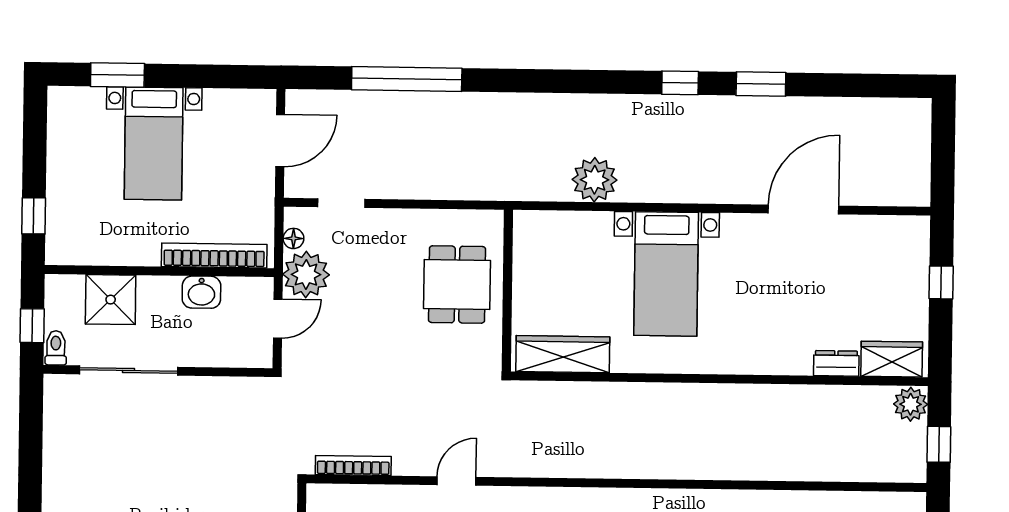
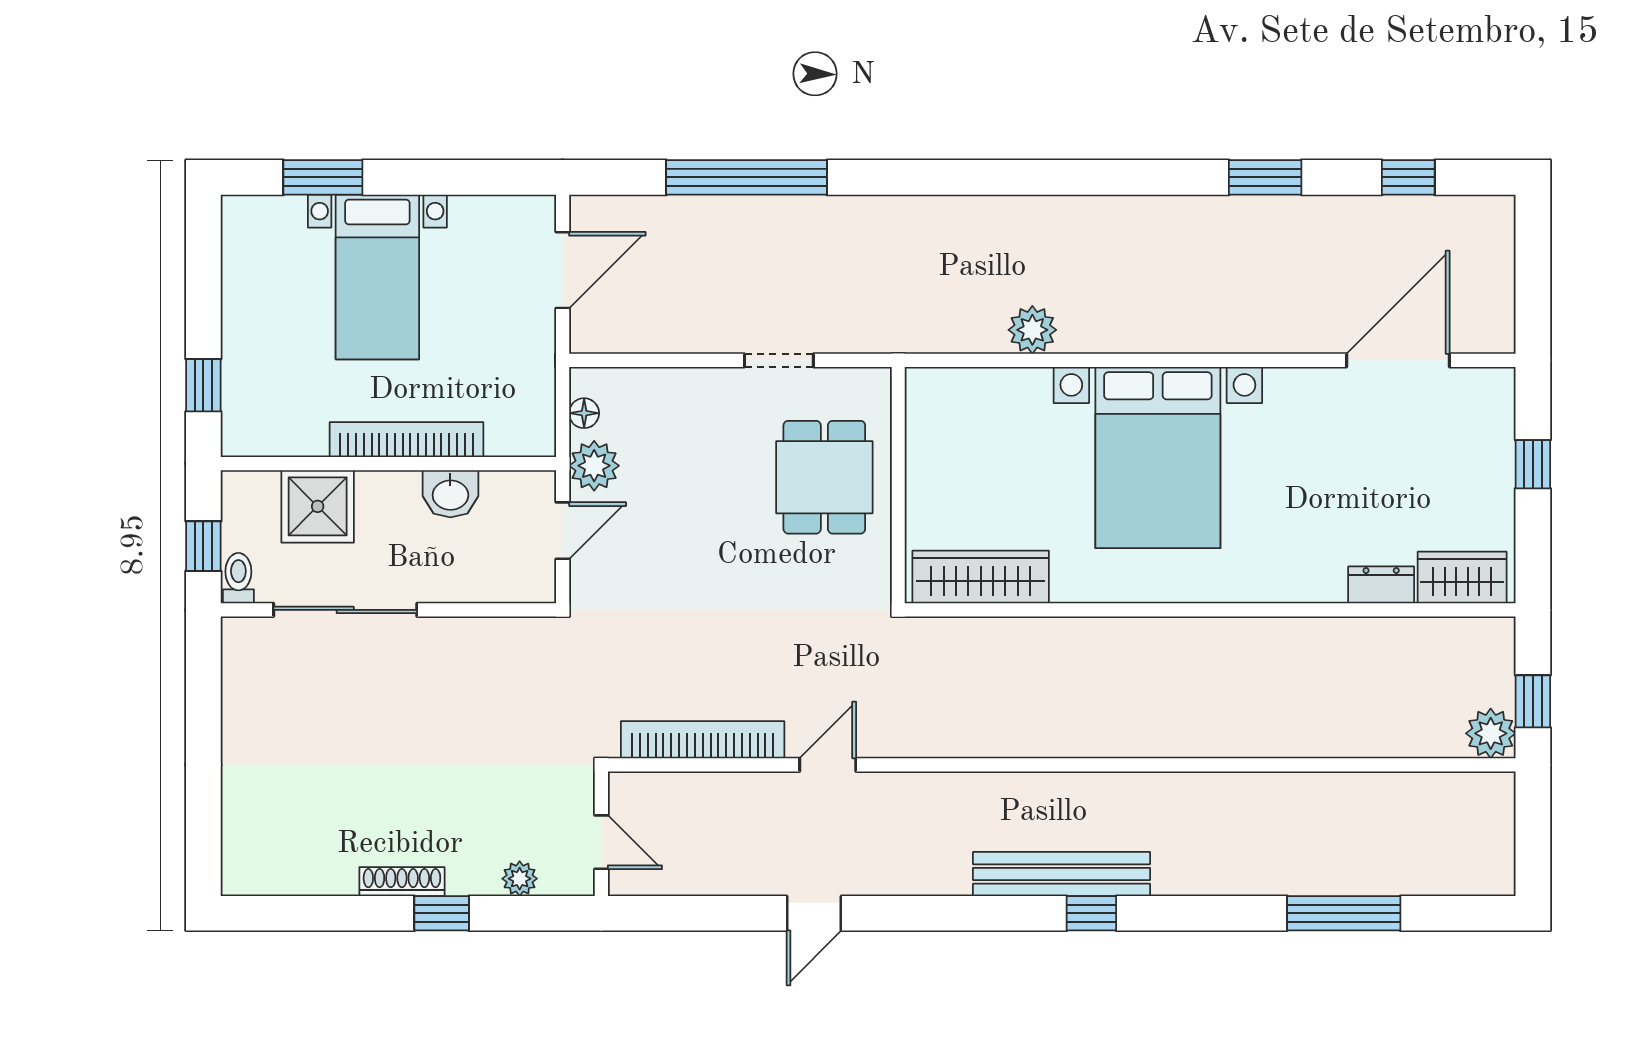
window: (680, 83) -> (1408, 177), moved
plant: (595, 180) -> (1032, 330), width x0.73, depth x0.73
doorway: (341, 203) -> (779, 360), moved
door: (804, 209) -> (1398, 360), moved
bookcase: (214, 255) -> (407, 440), moved
bed with nightstands: (666, 274) -> (1158, 457), width x1.36
plant: (306, 275) -> (594, 466), width x0.73, depth x0.73
plant: (911, 404) -> (1491, 733), moved
bookcase: (353, 465) -> (703, 740), width x1.48, depth x1.31

